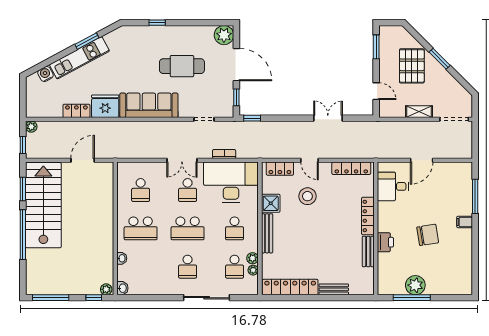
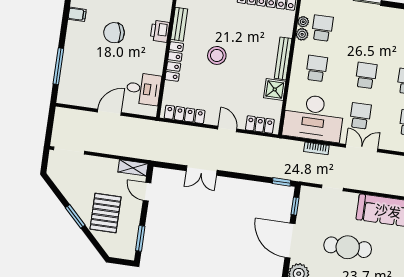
shelving: (419, 112) -> (133, 168), moved
stool: (307, 196) -> (217, 55), moved
filing cabinet: (465, 222) -> (77, 14), moved
school desk: (188, 228) -> (366, 75), width x0.54
school desk: (188, 267) -> (372, 35), removed

